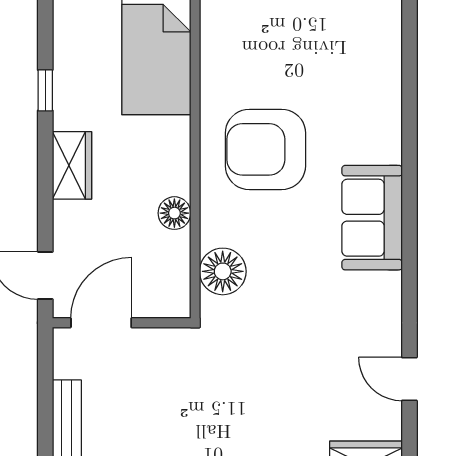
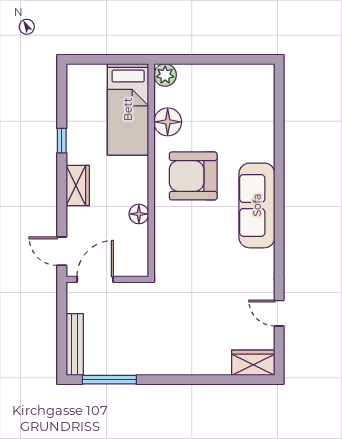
sofa: (372, 218) -> (257, 205), width x1.36
floor lamp: (223, 271) -> (168, 122), moved

